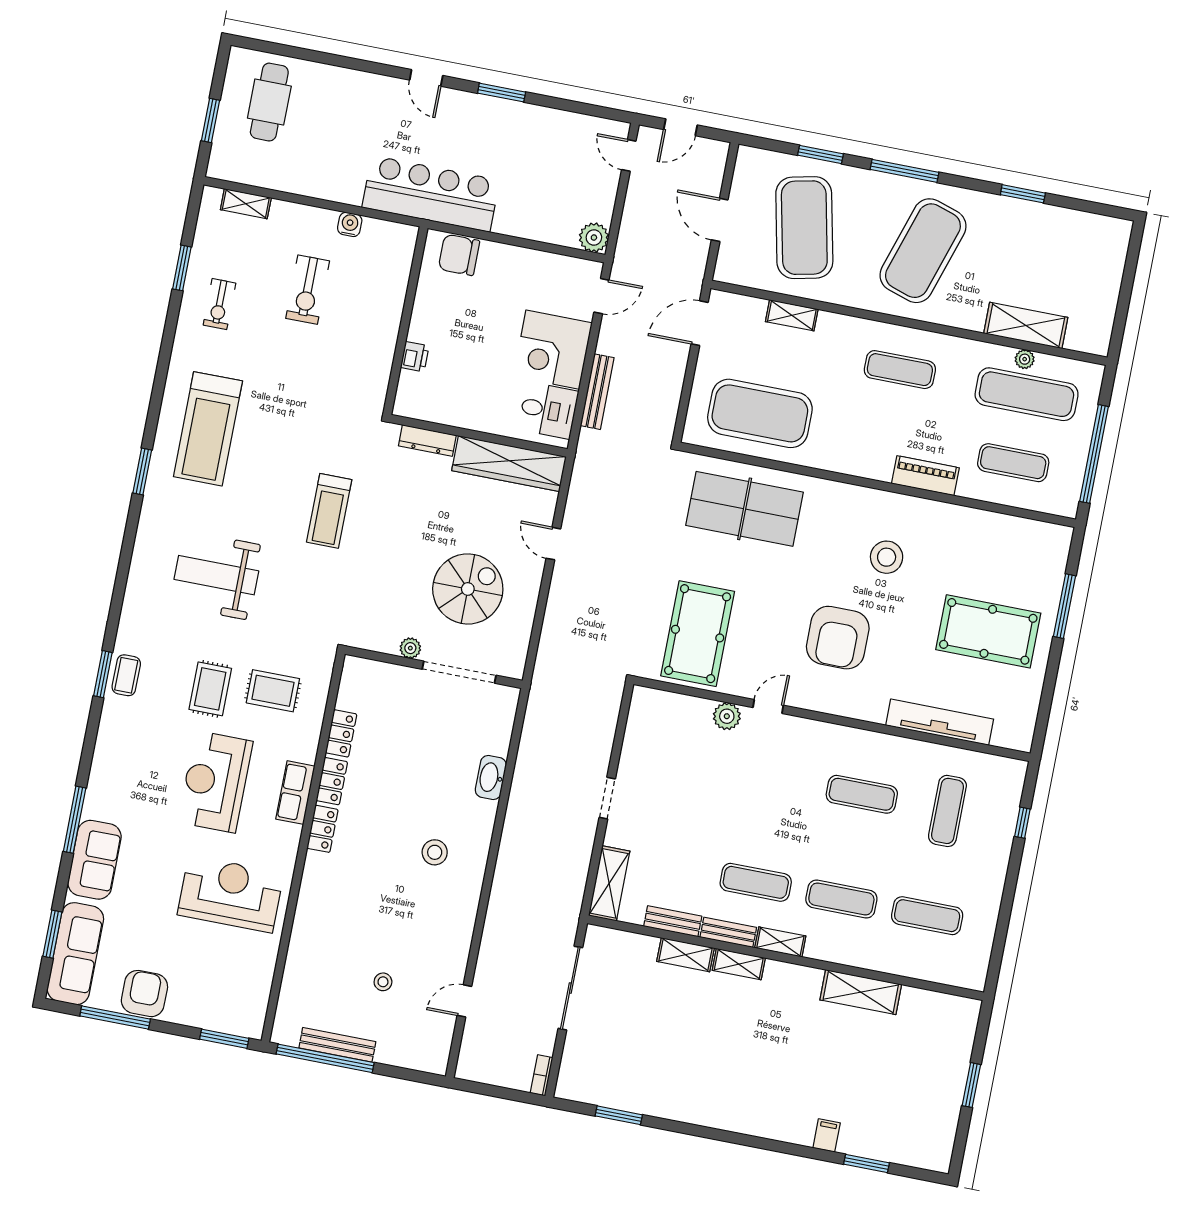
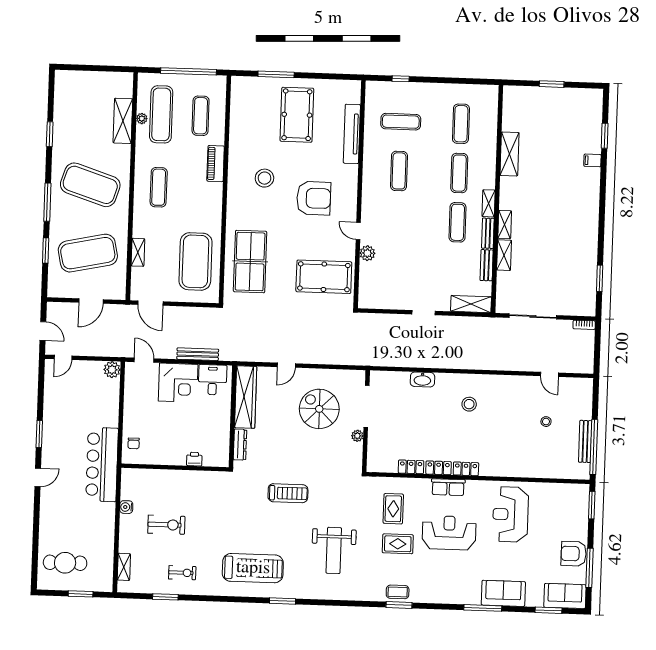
chair: (459, 255) -> (134, 443), width x0.54, depth x0.54
reception desk: (215, 782) -> (449, 533), turned 180
sofa: (75, 954) -> (565, 596), width x0.73

